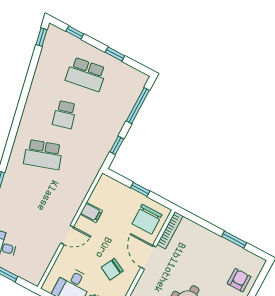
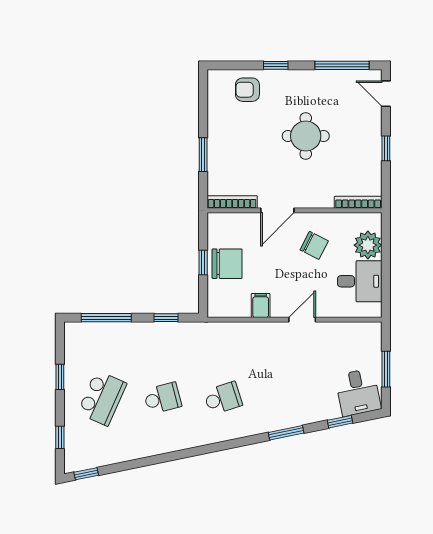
school desk: (86, 74) -> (102, 398), turned 33
school desk: (43, 155) -> (223, 398), width x0.54
chair: (147, 219) -> (227, 264), moved
door: (67, 235) -> (302, 320), hinge flipped
window: (234, 240) -> (203, 155), moved

